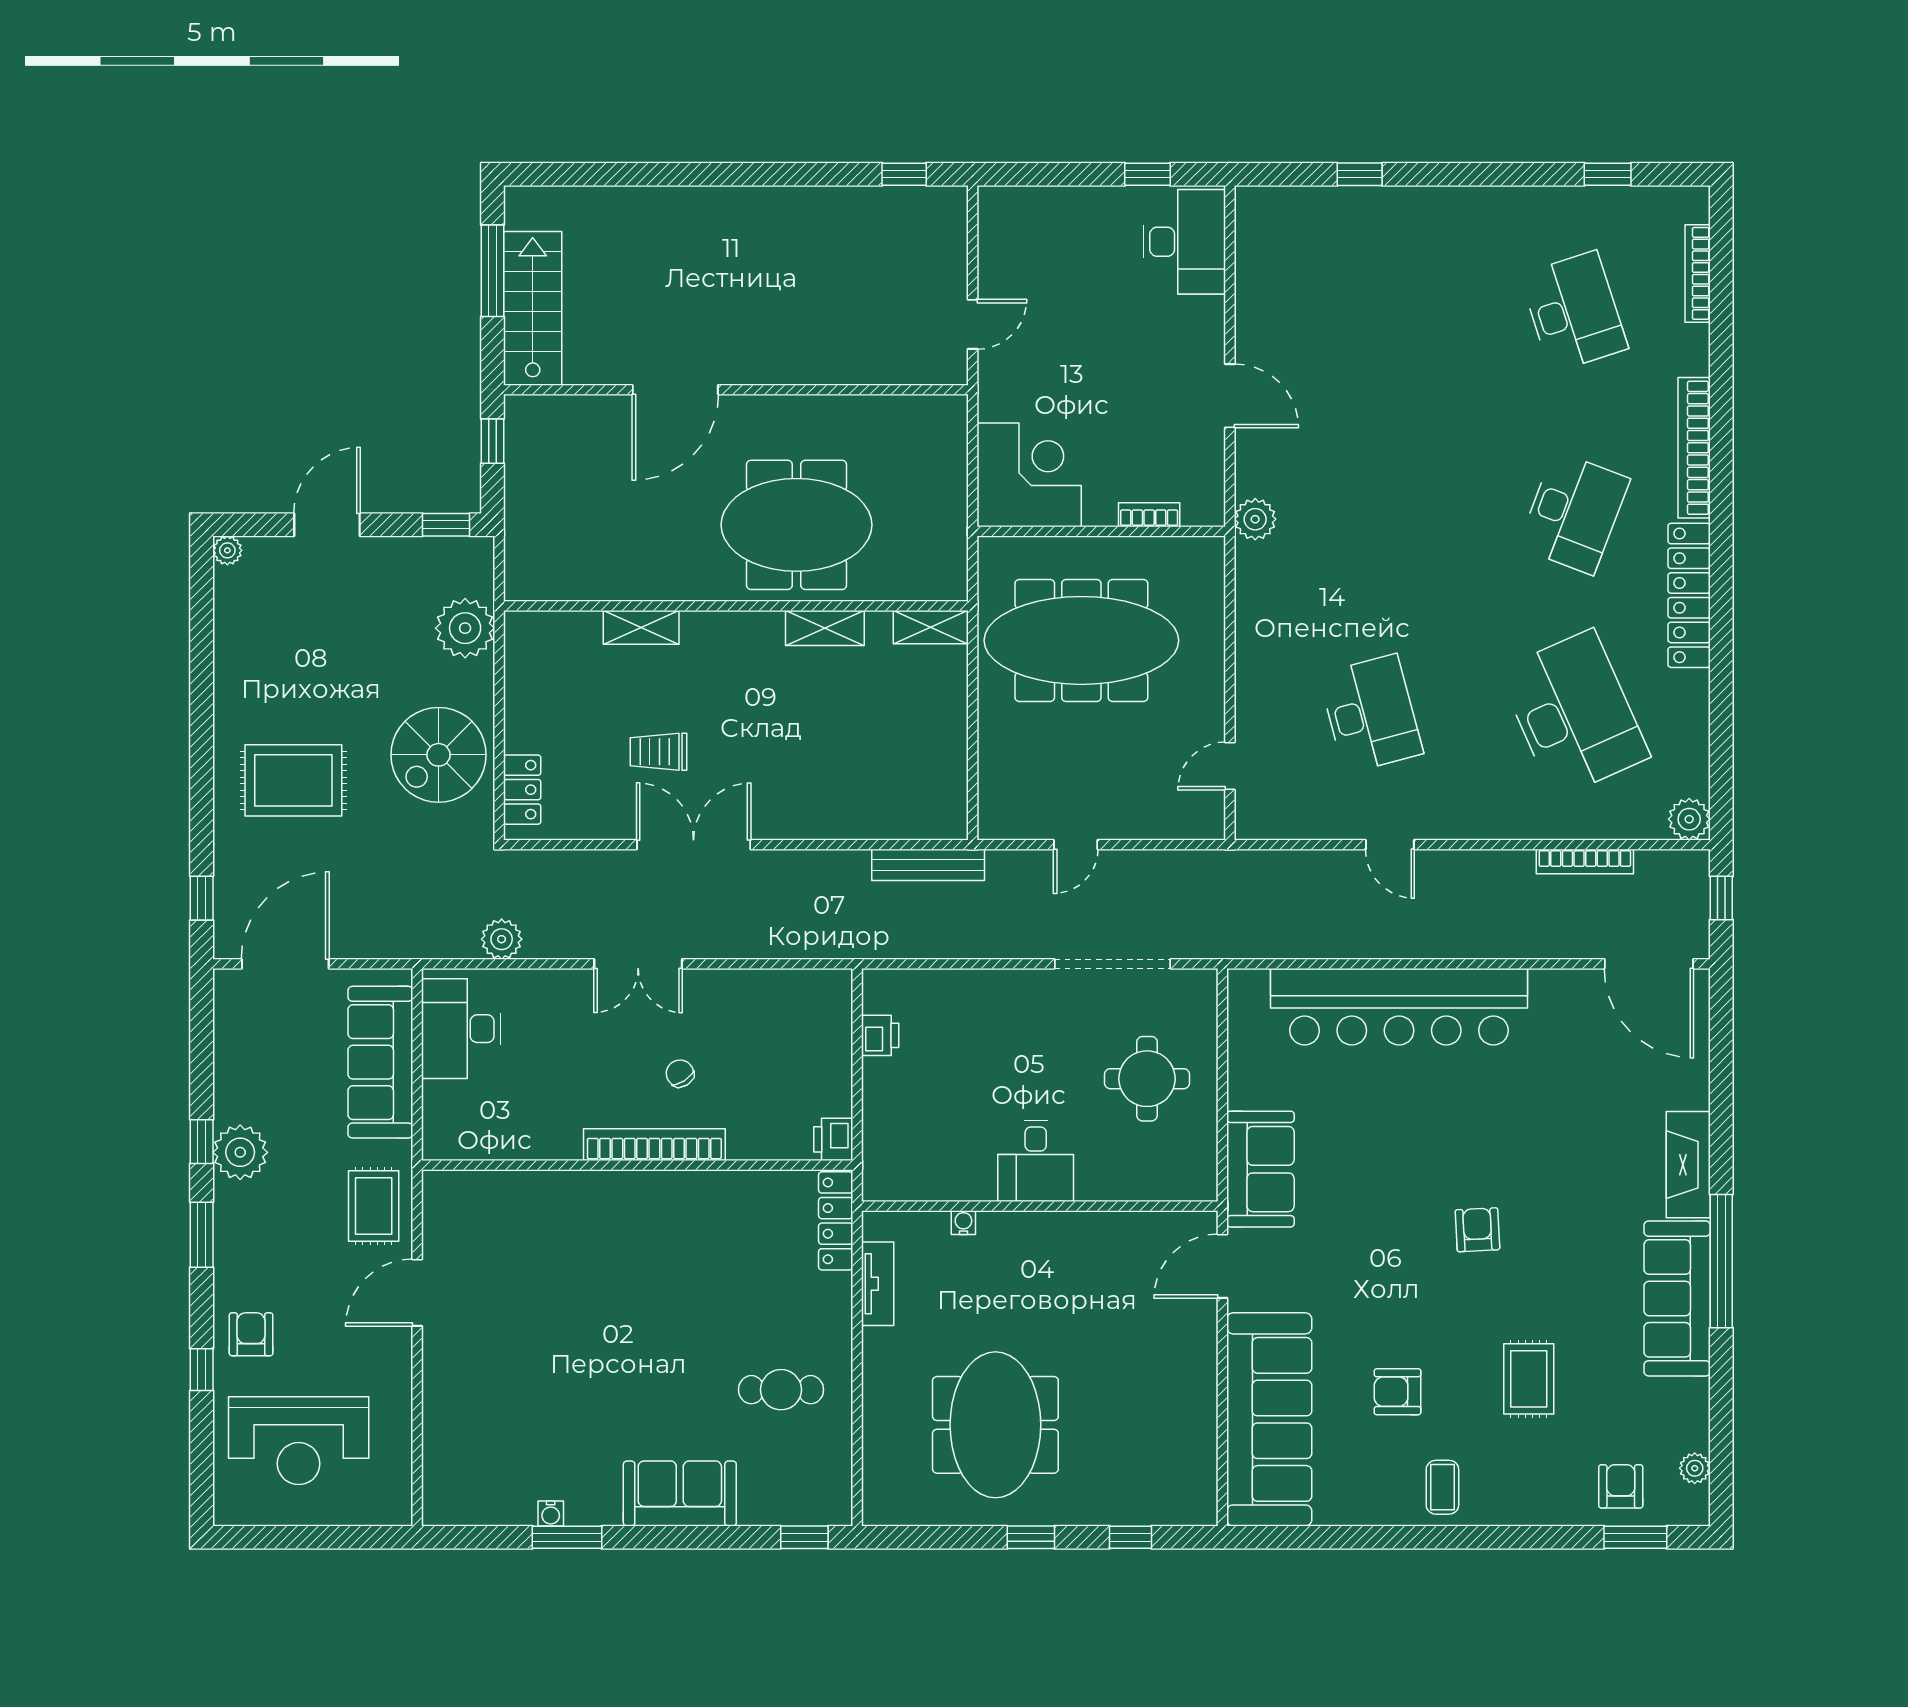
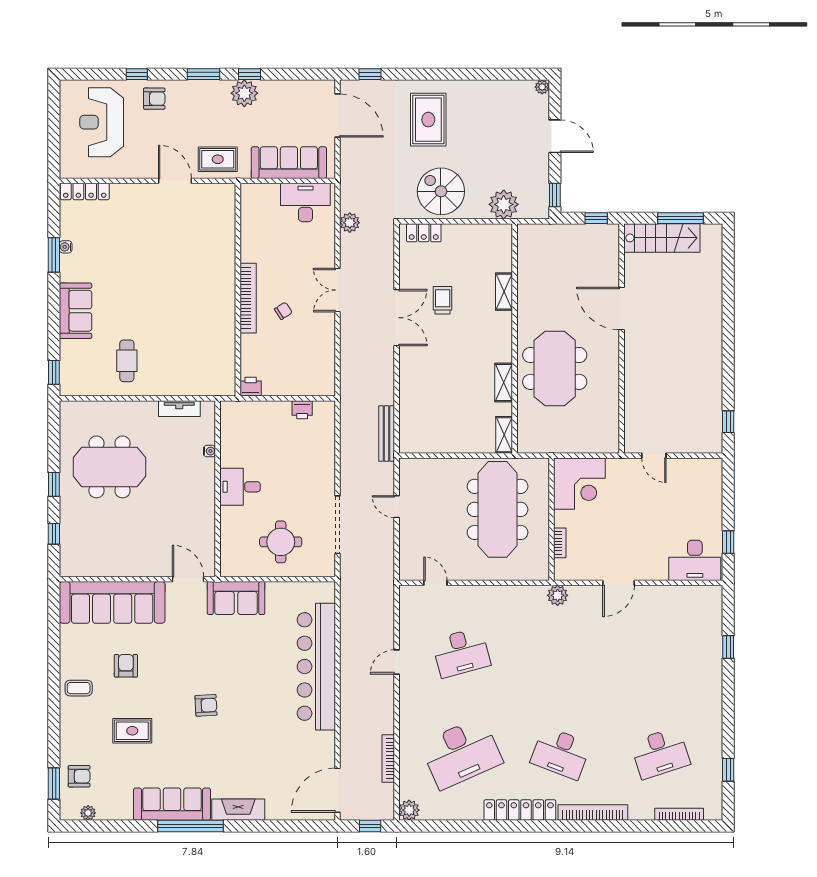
locker: (836, 1221) -> (85, 191), moved, turned 180

